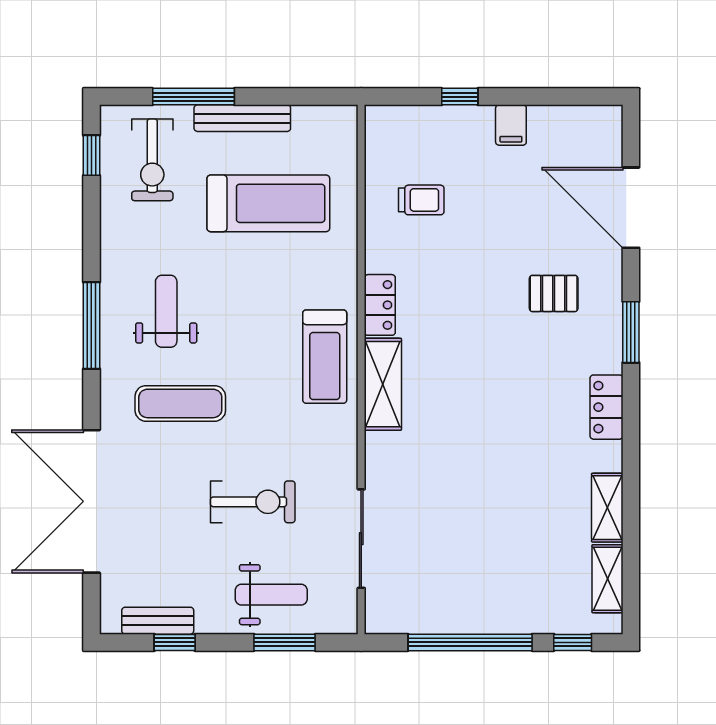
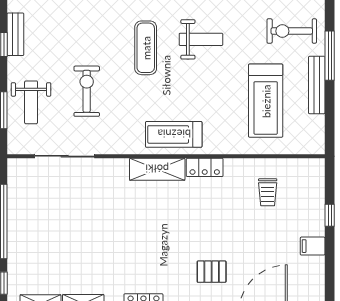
pallet: (554, 293) -> (212, 272), turned 90
exercise bike: (253, 502) -> (87, 91), turned 180

